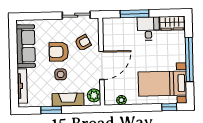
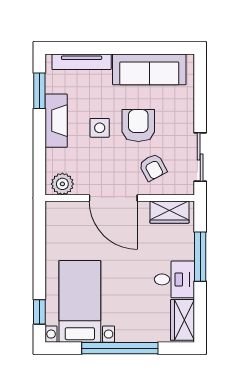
wardrobe: (109, 32) -> (169, 212), added
fireplace: (68, 100) -> (56, 121), moved
plant: (121, 100) -> (53, 231), removed
window: (51, 110) -> (39, 91), moved

